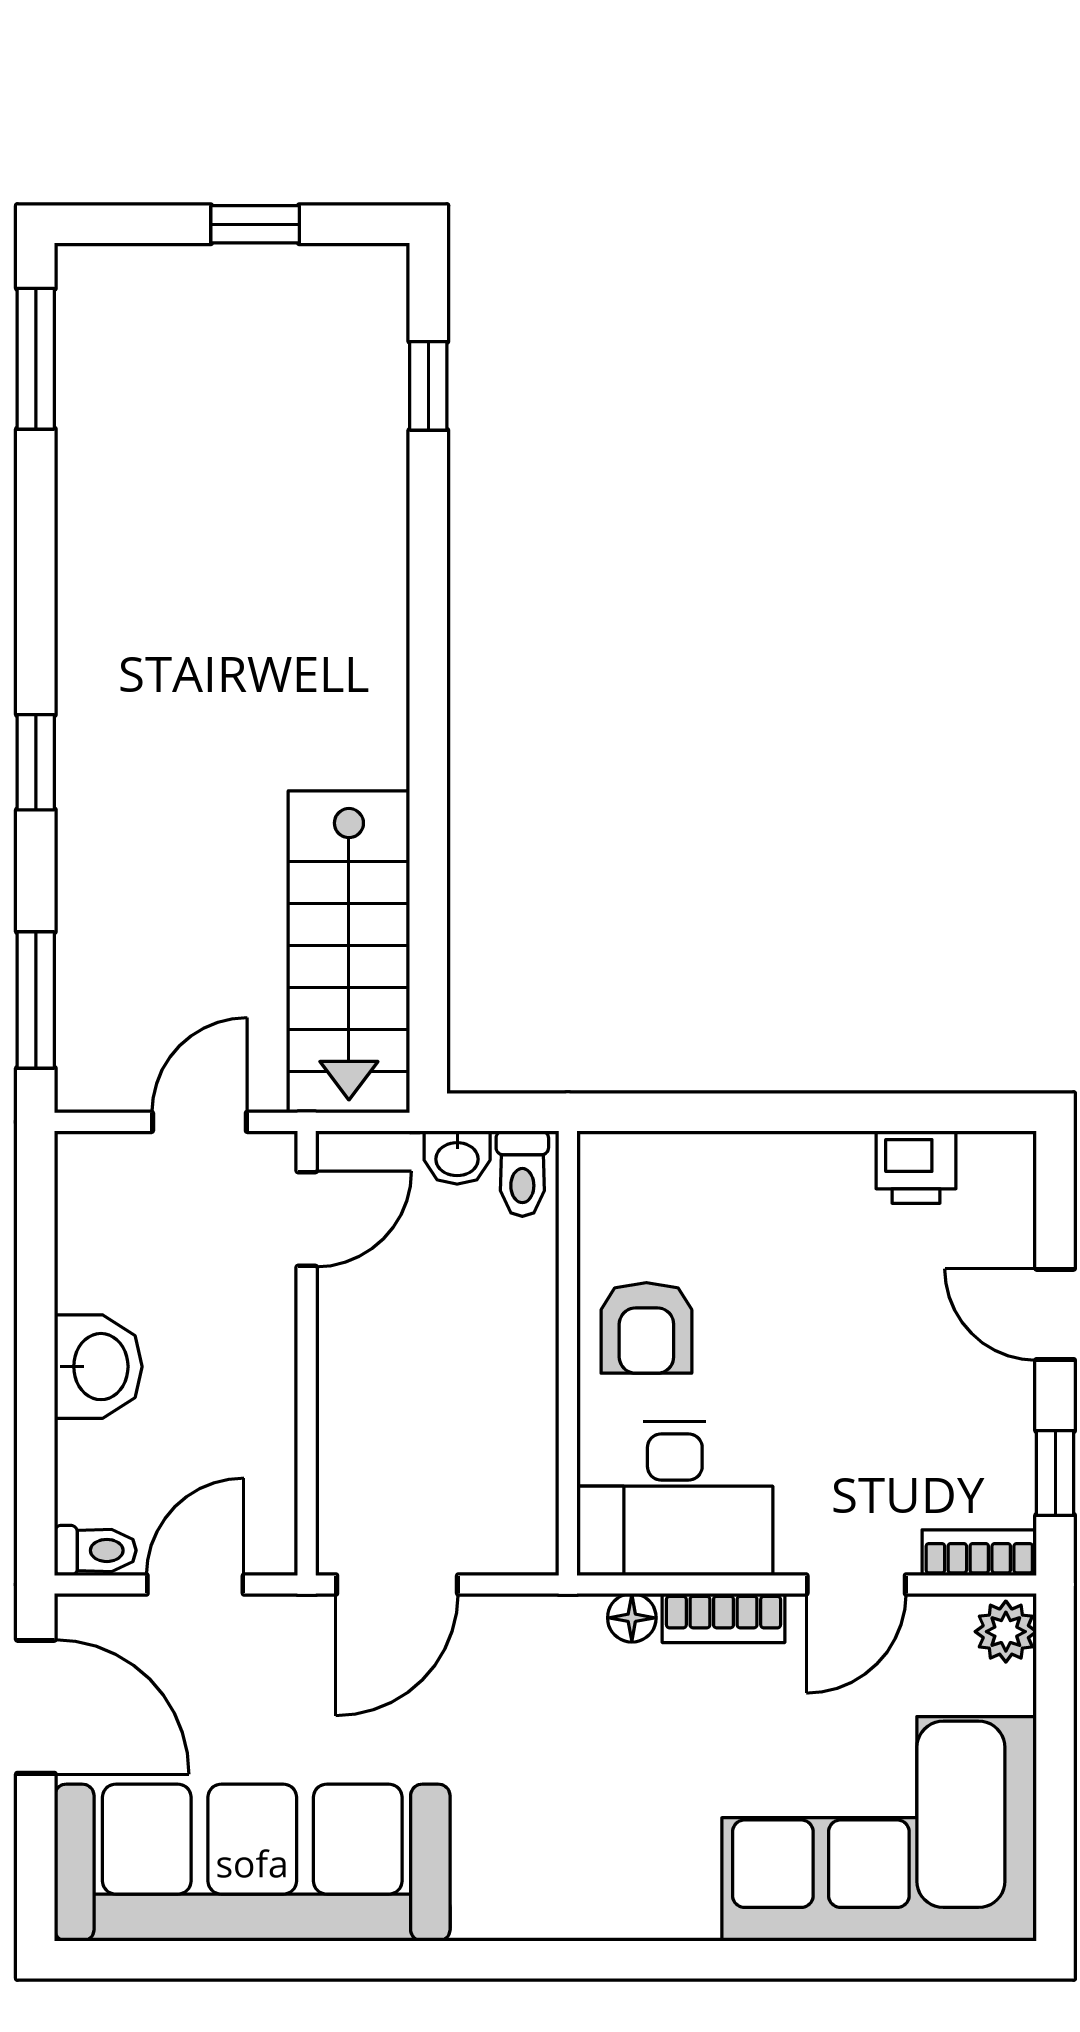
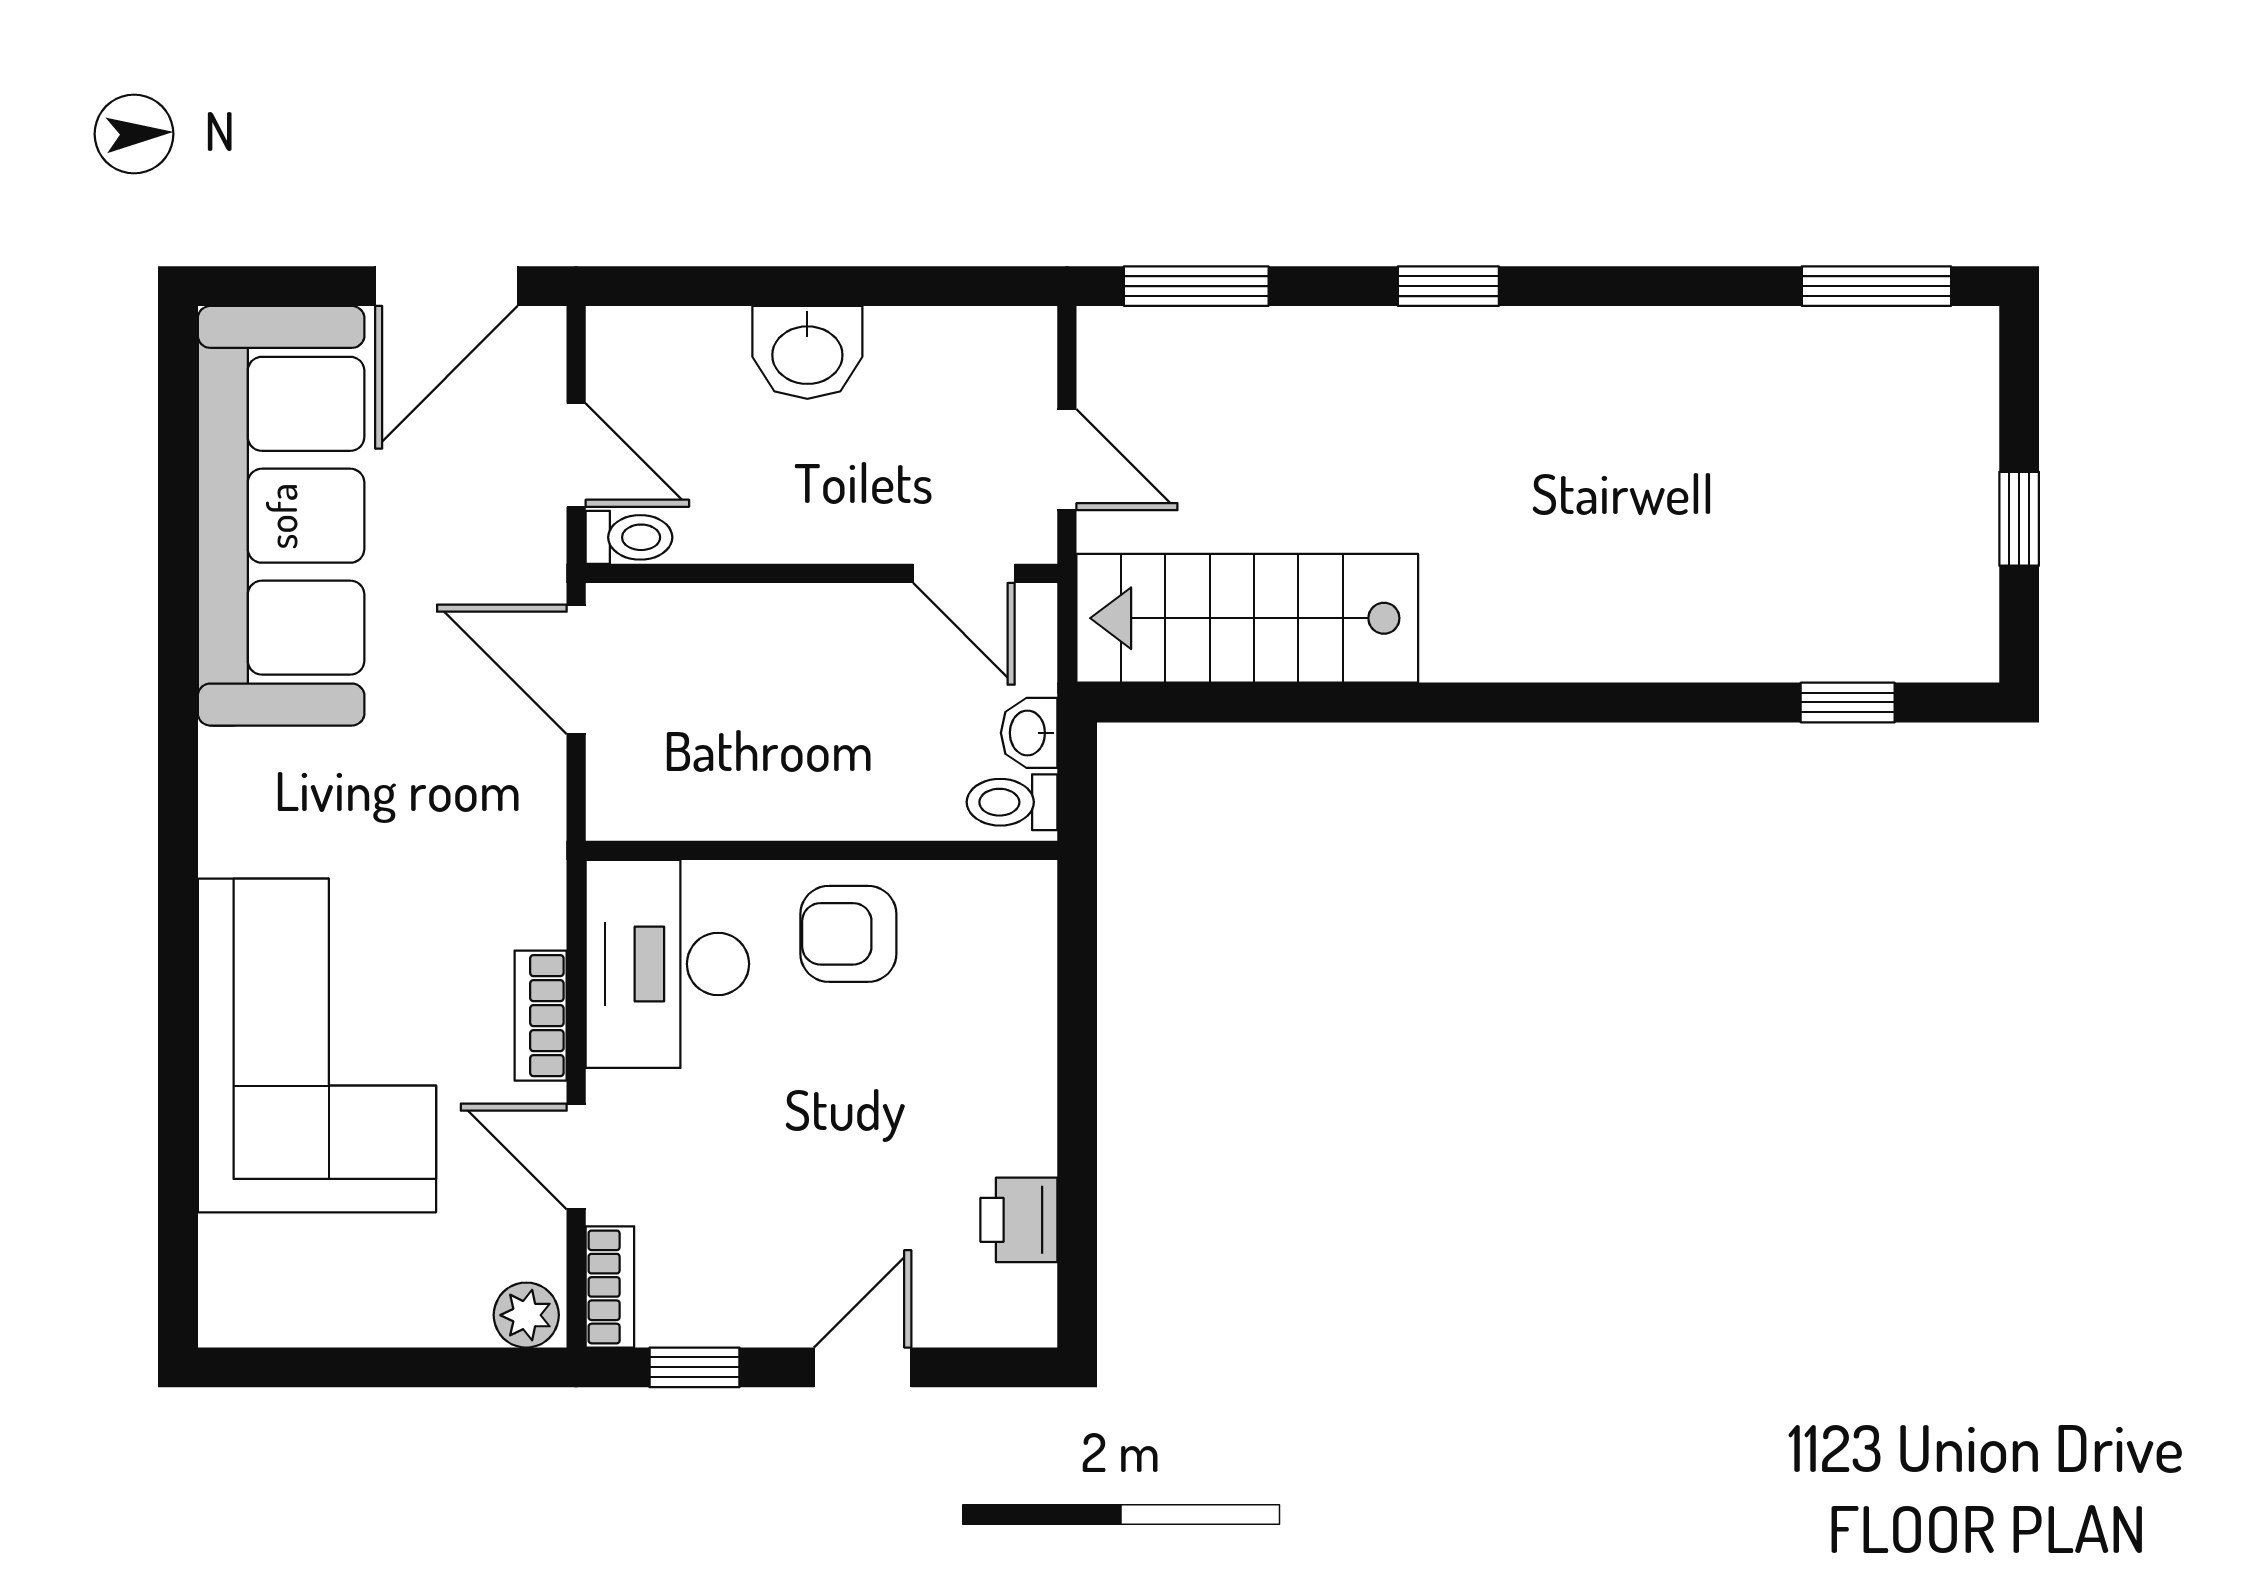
toilet: (95, 1550) -> (629, 537), moved, turned -90
floor lamp: (632, 1618) -> (541, 918), removed
corner sofa: (879, 1829) -> (317, 1045), moved

